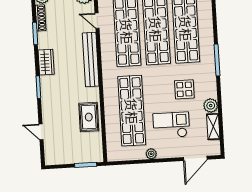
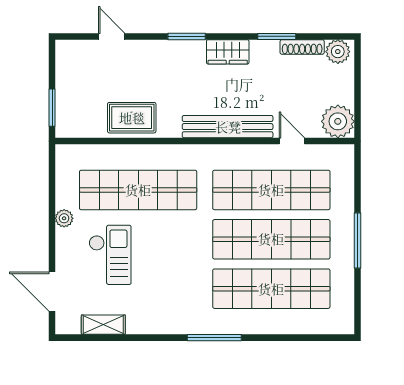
door: (97, 21) -> (292, 141), hinge flipped
display table: (184, 89) -> (169, 280), removed
plant: (211, 106) -> (139, 323), removed
door: (41, 132) -> (112, 36), hinge flipped

